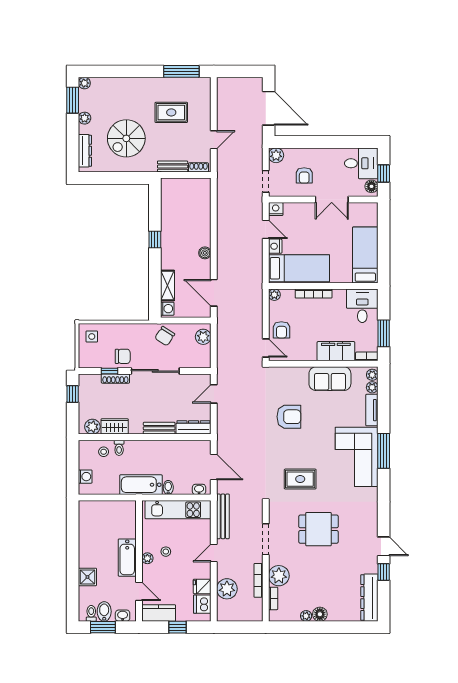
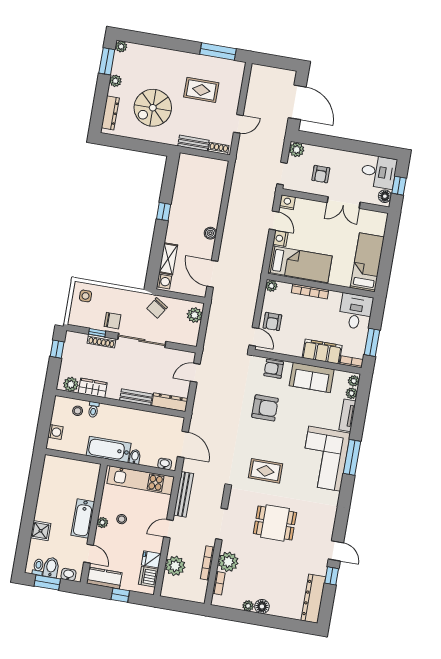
armchair: (291, 376) -> (274, 369), added

